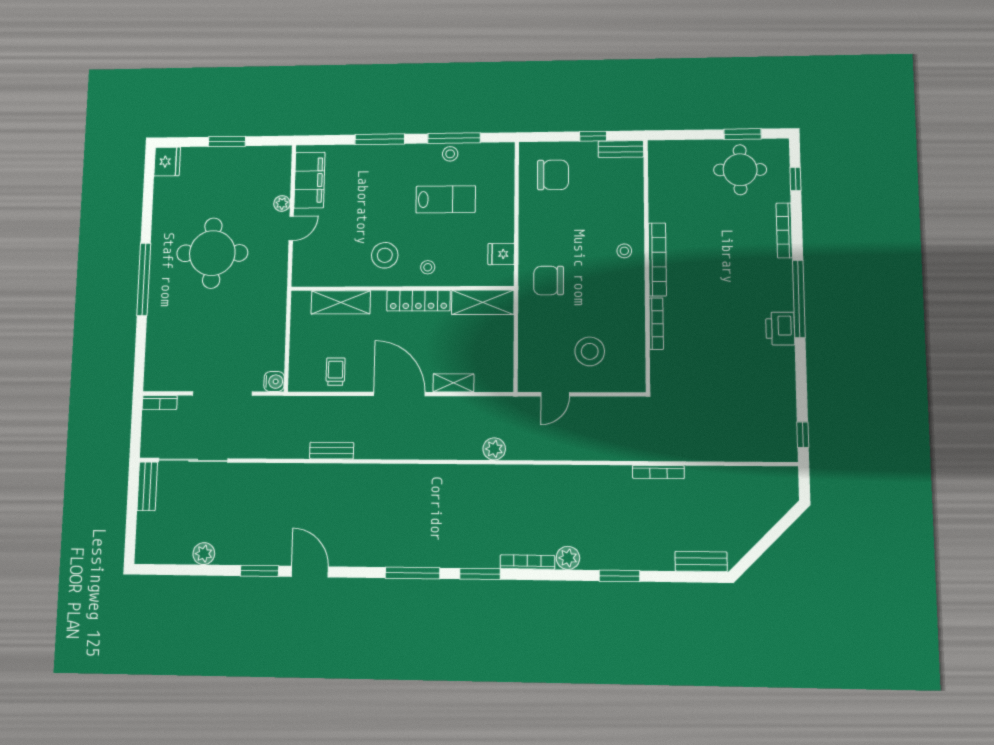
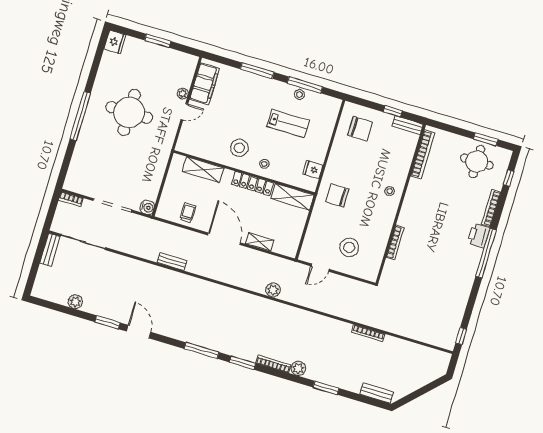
bookcase: (657, 259) -> (423, 154), moved
printer: (780, 329) -> (479, 236), moved

